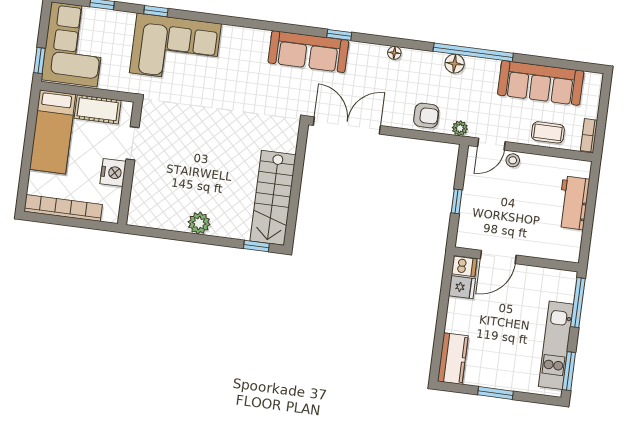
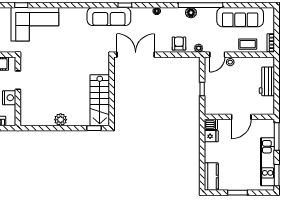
armchair: (426, 116) -> (179, 44), turned -90
door: (498, 257) -> (241, 117), moved

